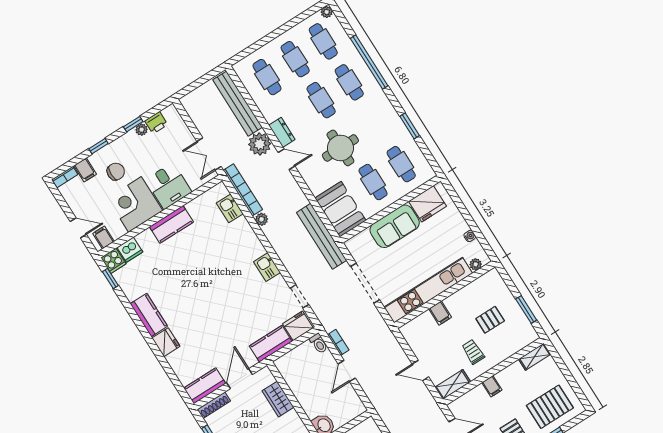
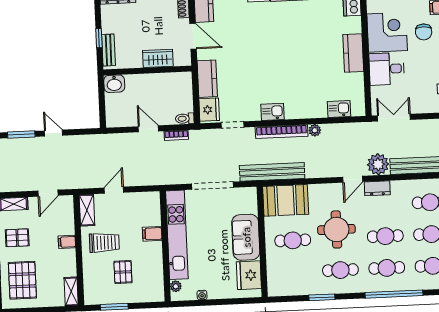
cafe table: (401, 164) -> (340, 270), moved
bookcase: (243, 190) -> (282, 132), moved
trolley: (473, 352) -> (104, 243), width x1.36, depth x1.39

